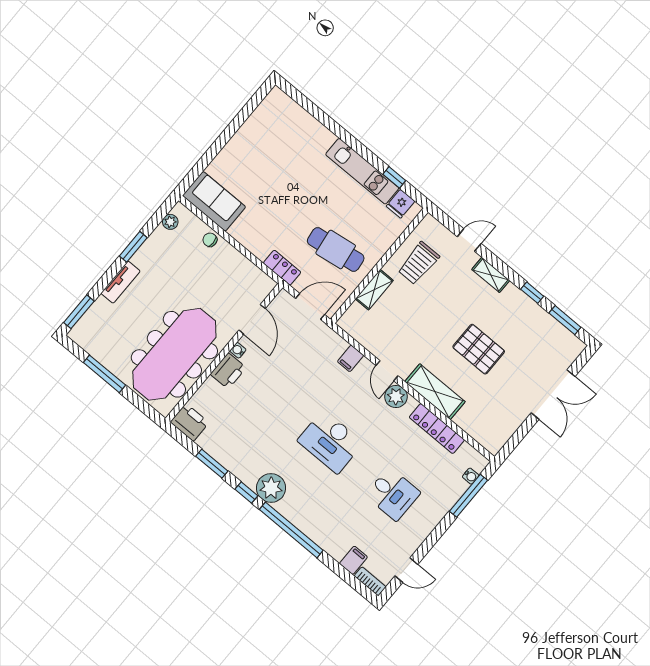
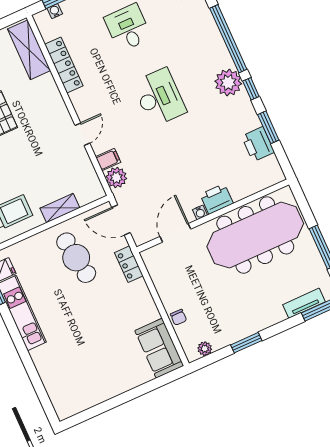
tv unit: (121, 282) -> (304, 303), moved
shelving: (435, 392) -> (29, 50), moved
plant: (396, 397) -> (116, 178), moved
printer: (190, 422) -> (258, 144), moved

